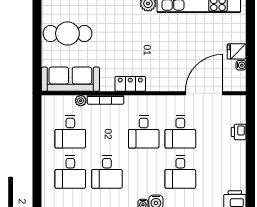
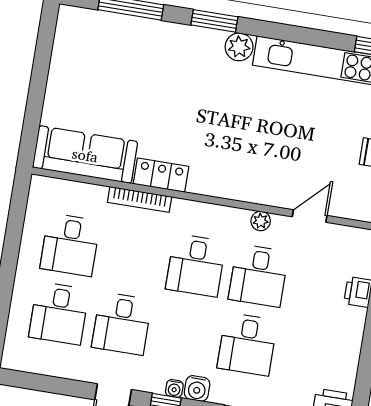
cafe table: (67, 33) -> (93, 76), removed
locker: (130, 84) -> (161, 175), moved
door: (204, 93) -> (310, 216), width x0.53
plant: (81, 101) -> (261, 221), moved

